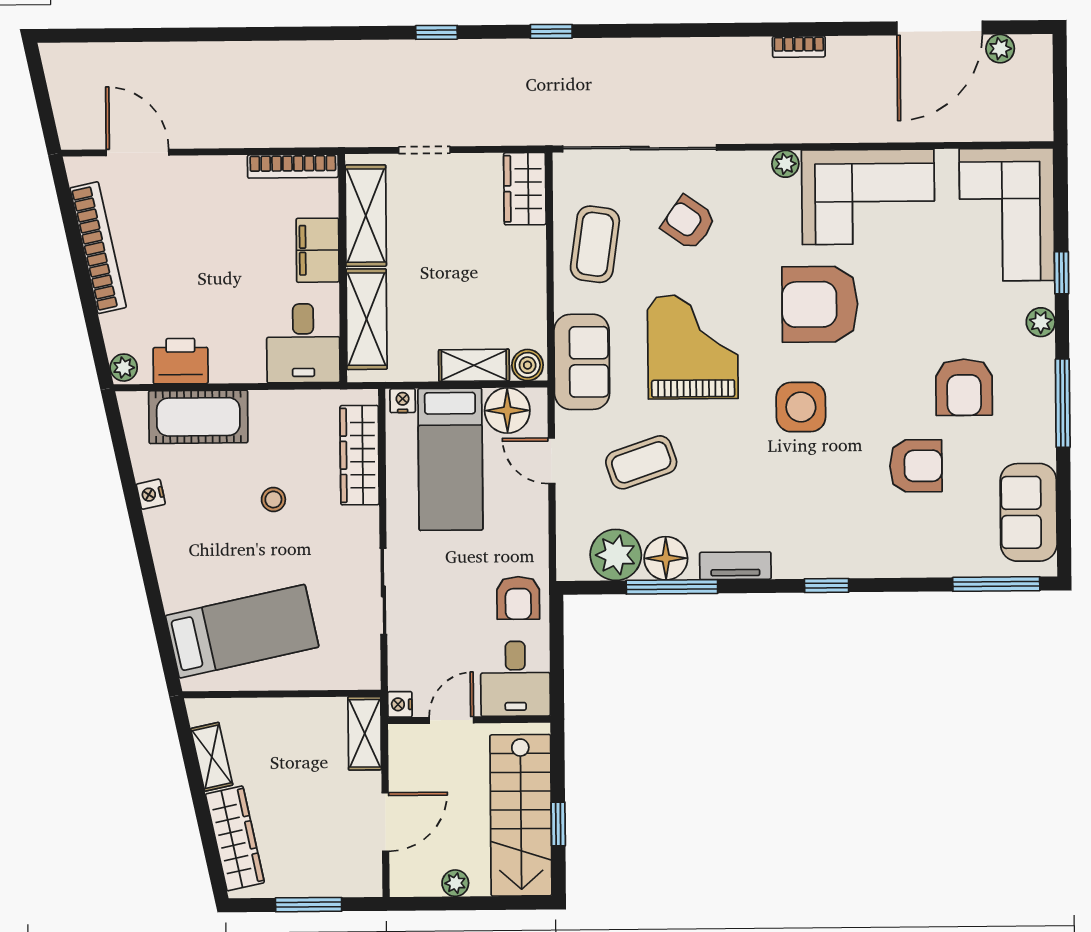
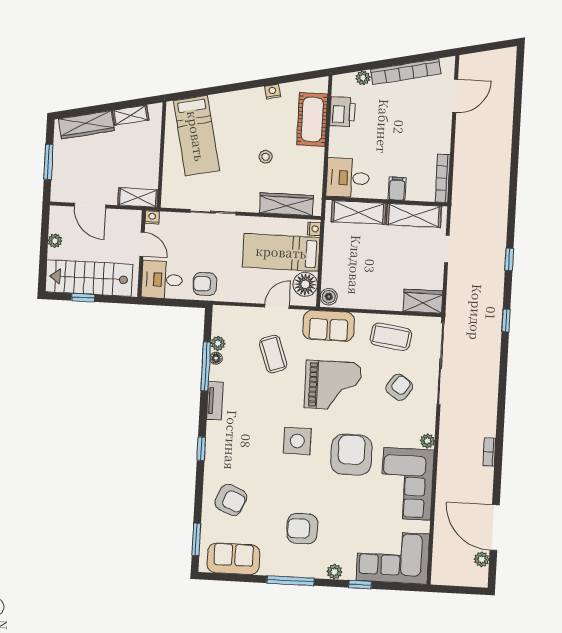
filing cabinet: (318, 250) -> (397, 189), width x0.50
shelving: (474, 365) -> (330, 268), removed
plant: (124, 368) -> (363, 78), moved
armchair: (916, 466) -> (231, 500), moved, turned -67
plant: (616, 555) -> (218, 343), width x0.53, depth x0.53
floor lamp: (666, 558) -> (216, 358), width x0.53, depth x0.53
window: (996, 584) -> (196, 539), width x0.69

